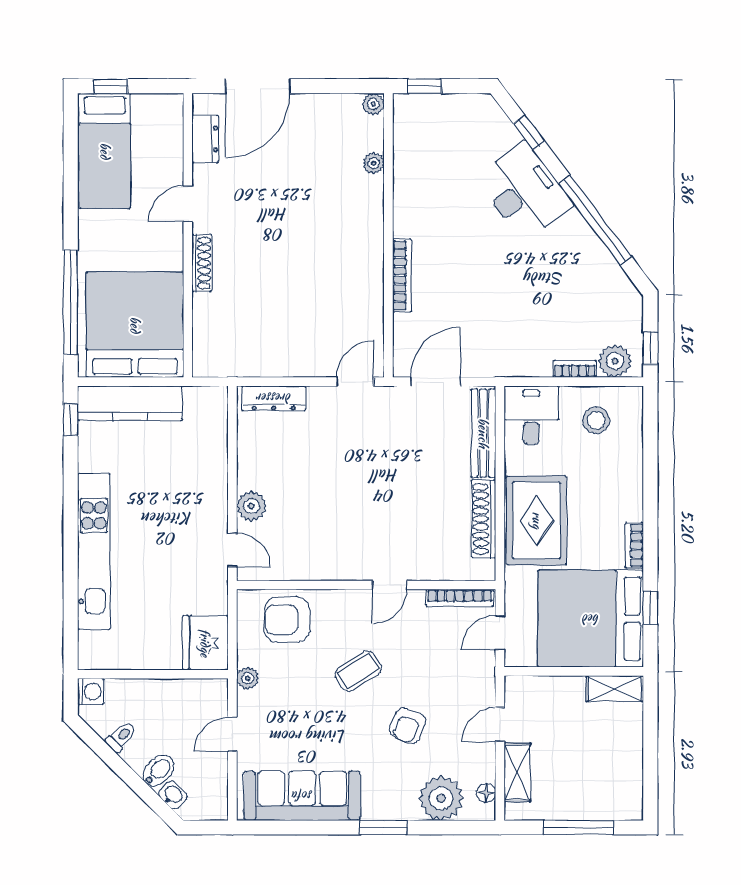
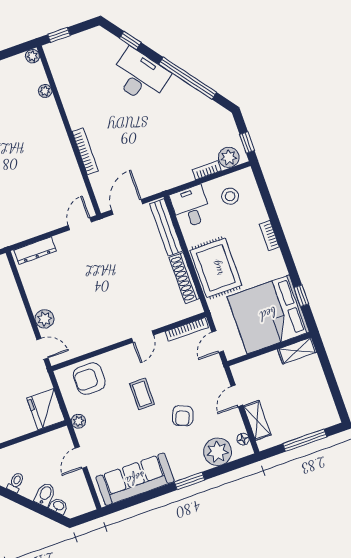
bookcase: (634, 545) -> (269, 236), moved
coffee table: (358, 671) -> (142, 394), turned -58

